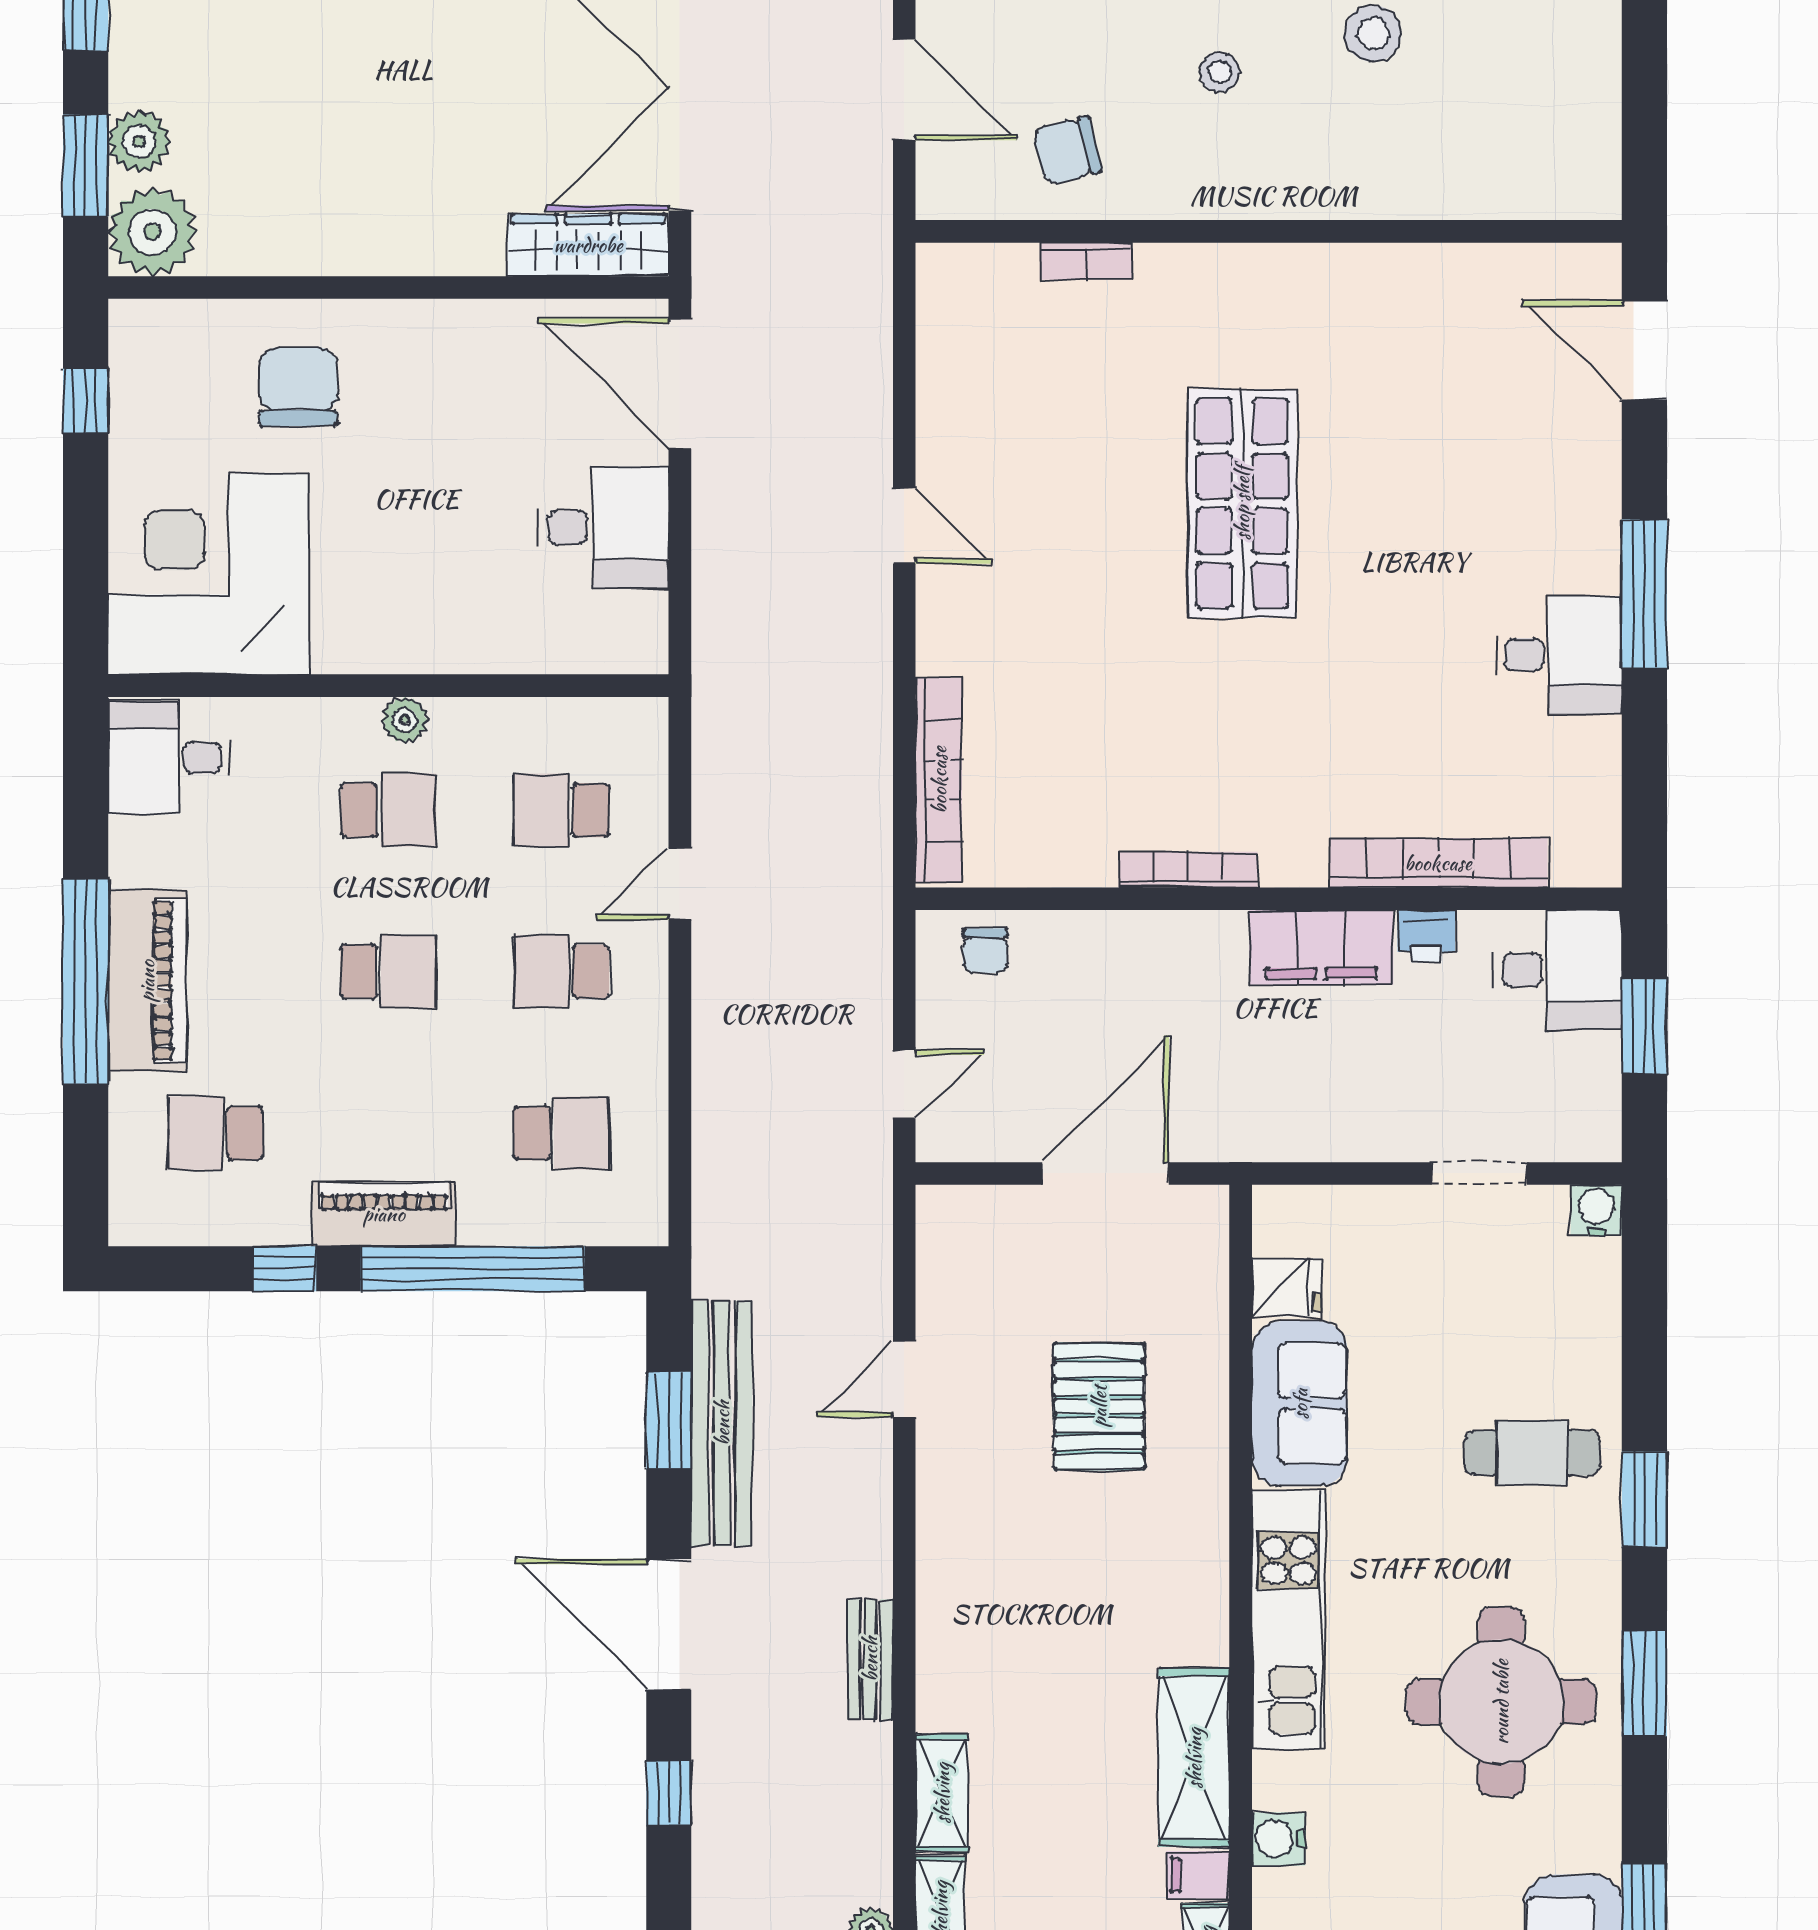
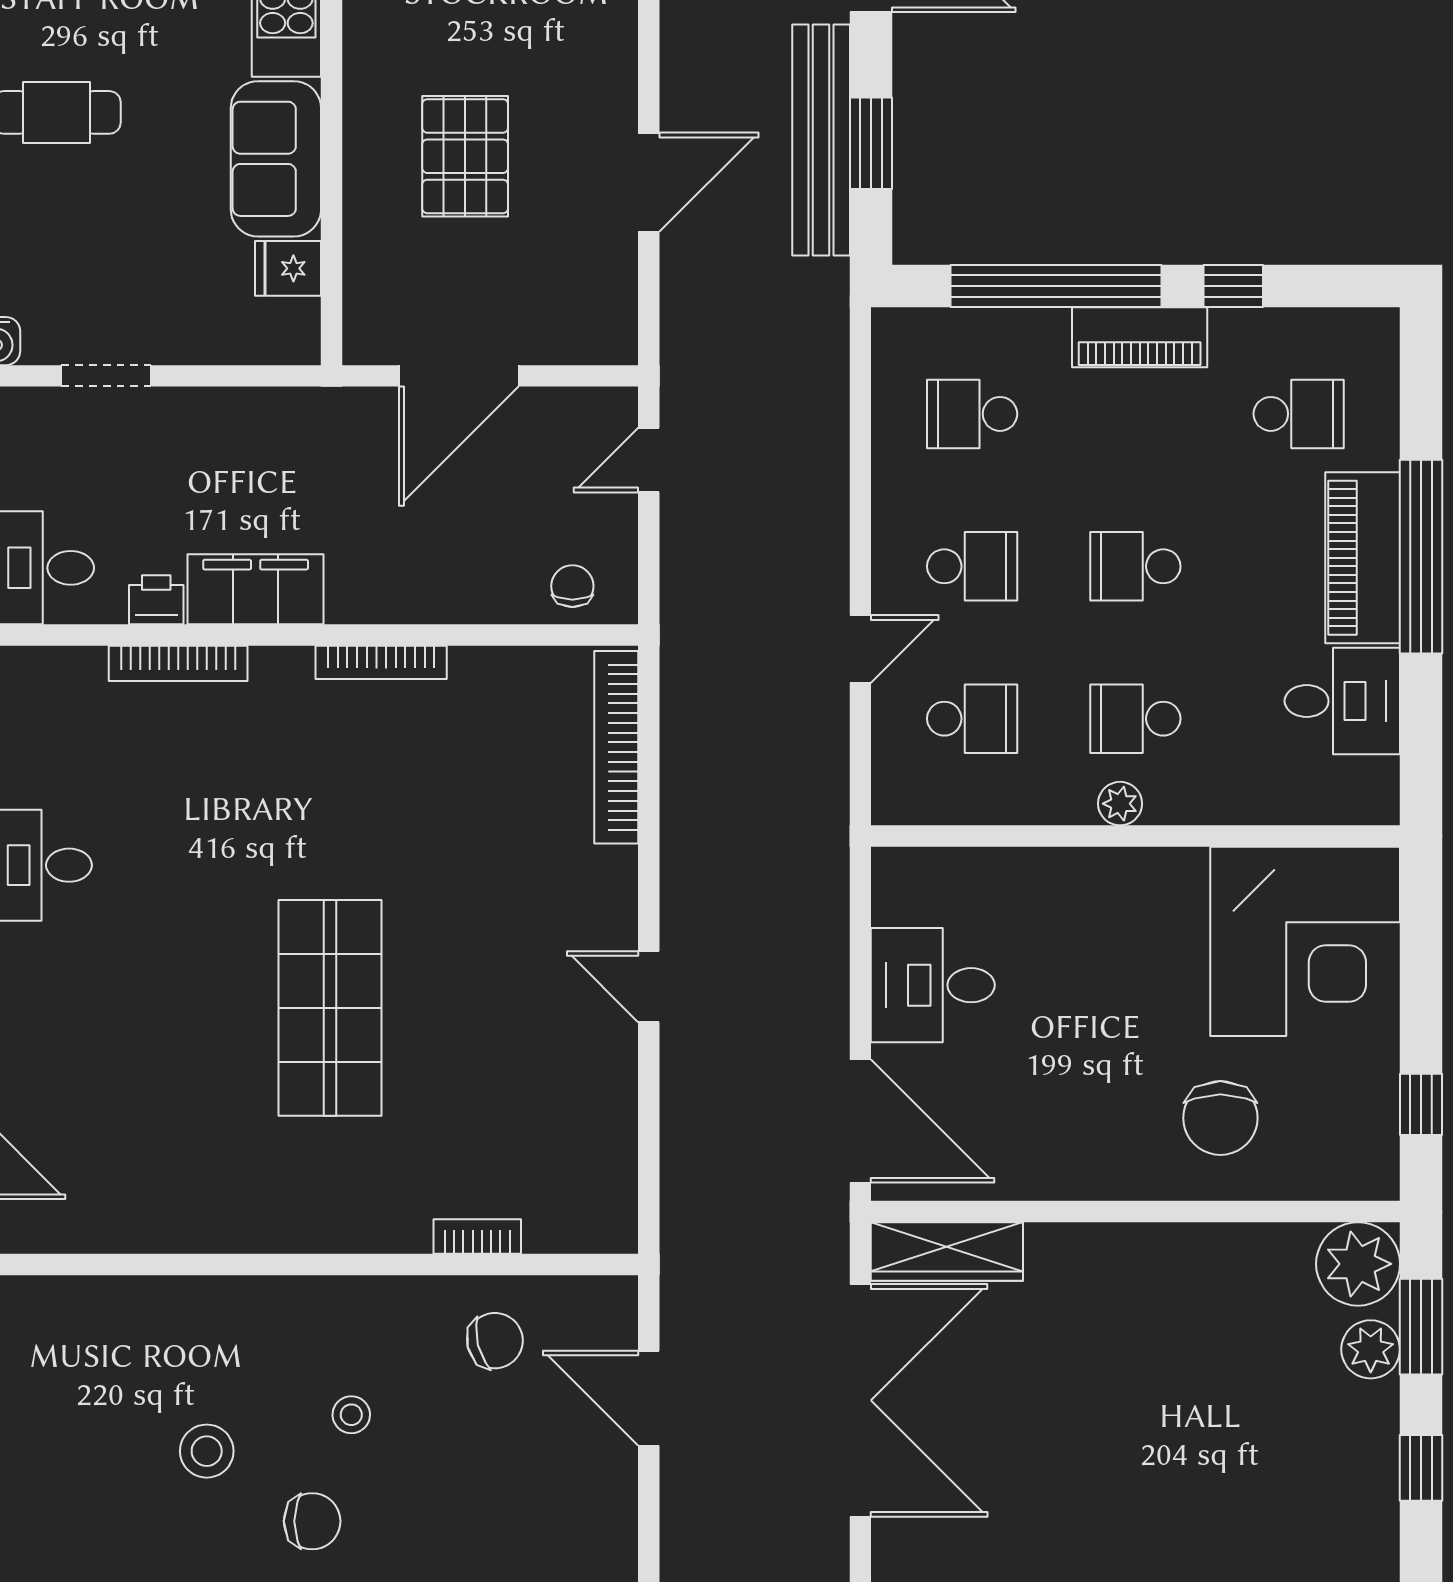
desk: (169, 758) -> (1342, 701), moved
bookcase: (1438, 863) -> (178, 663), width x0.68, depth x0.76
door: (904, 1379) -> (649, 182), width x1.38

